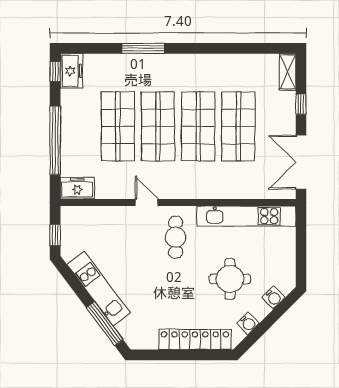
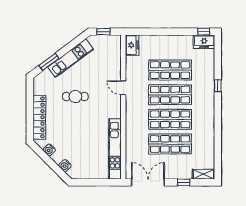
window: (143, 48) -> (218, 86), width x0.46
window: (55, 140) -> (161, 32), removed
door: (147, 202) -> (123, 88), swing flipped
cafe table: (176, 237) -> (75, 97), moved
round table: (230, 279) -> (76, 139), removed
window: (105, 324) -> (49, 62), width x0.69

